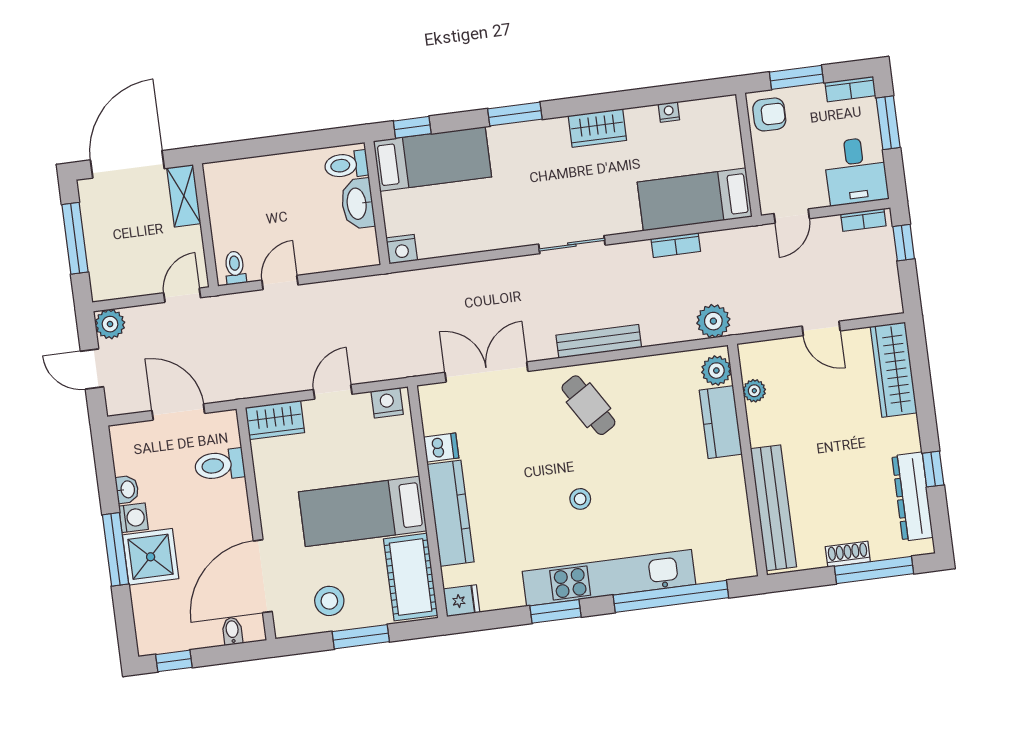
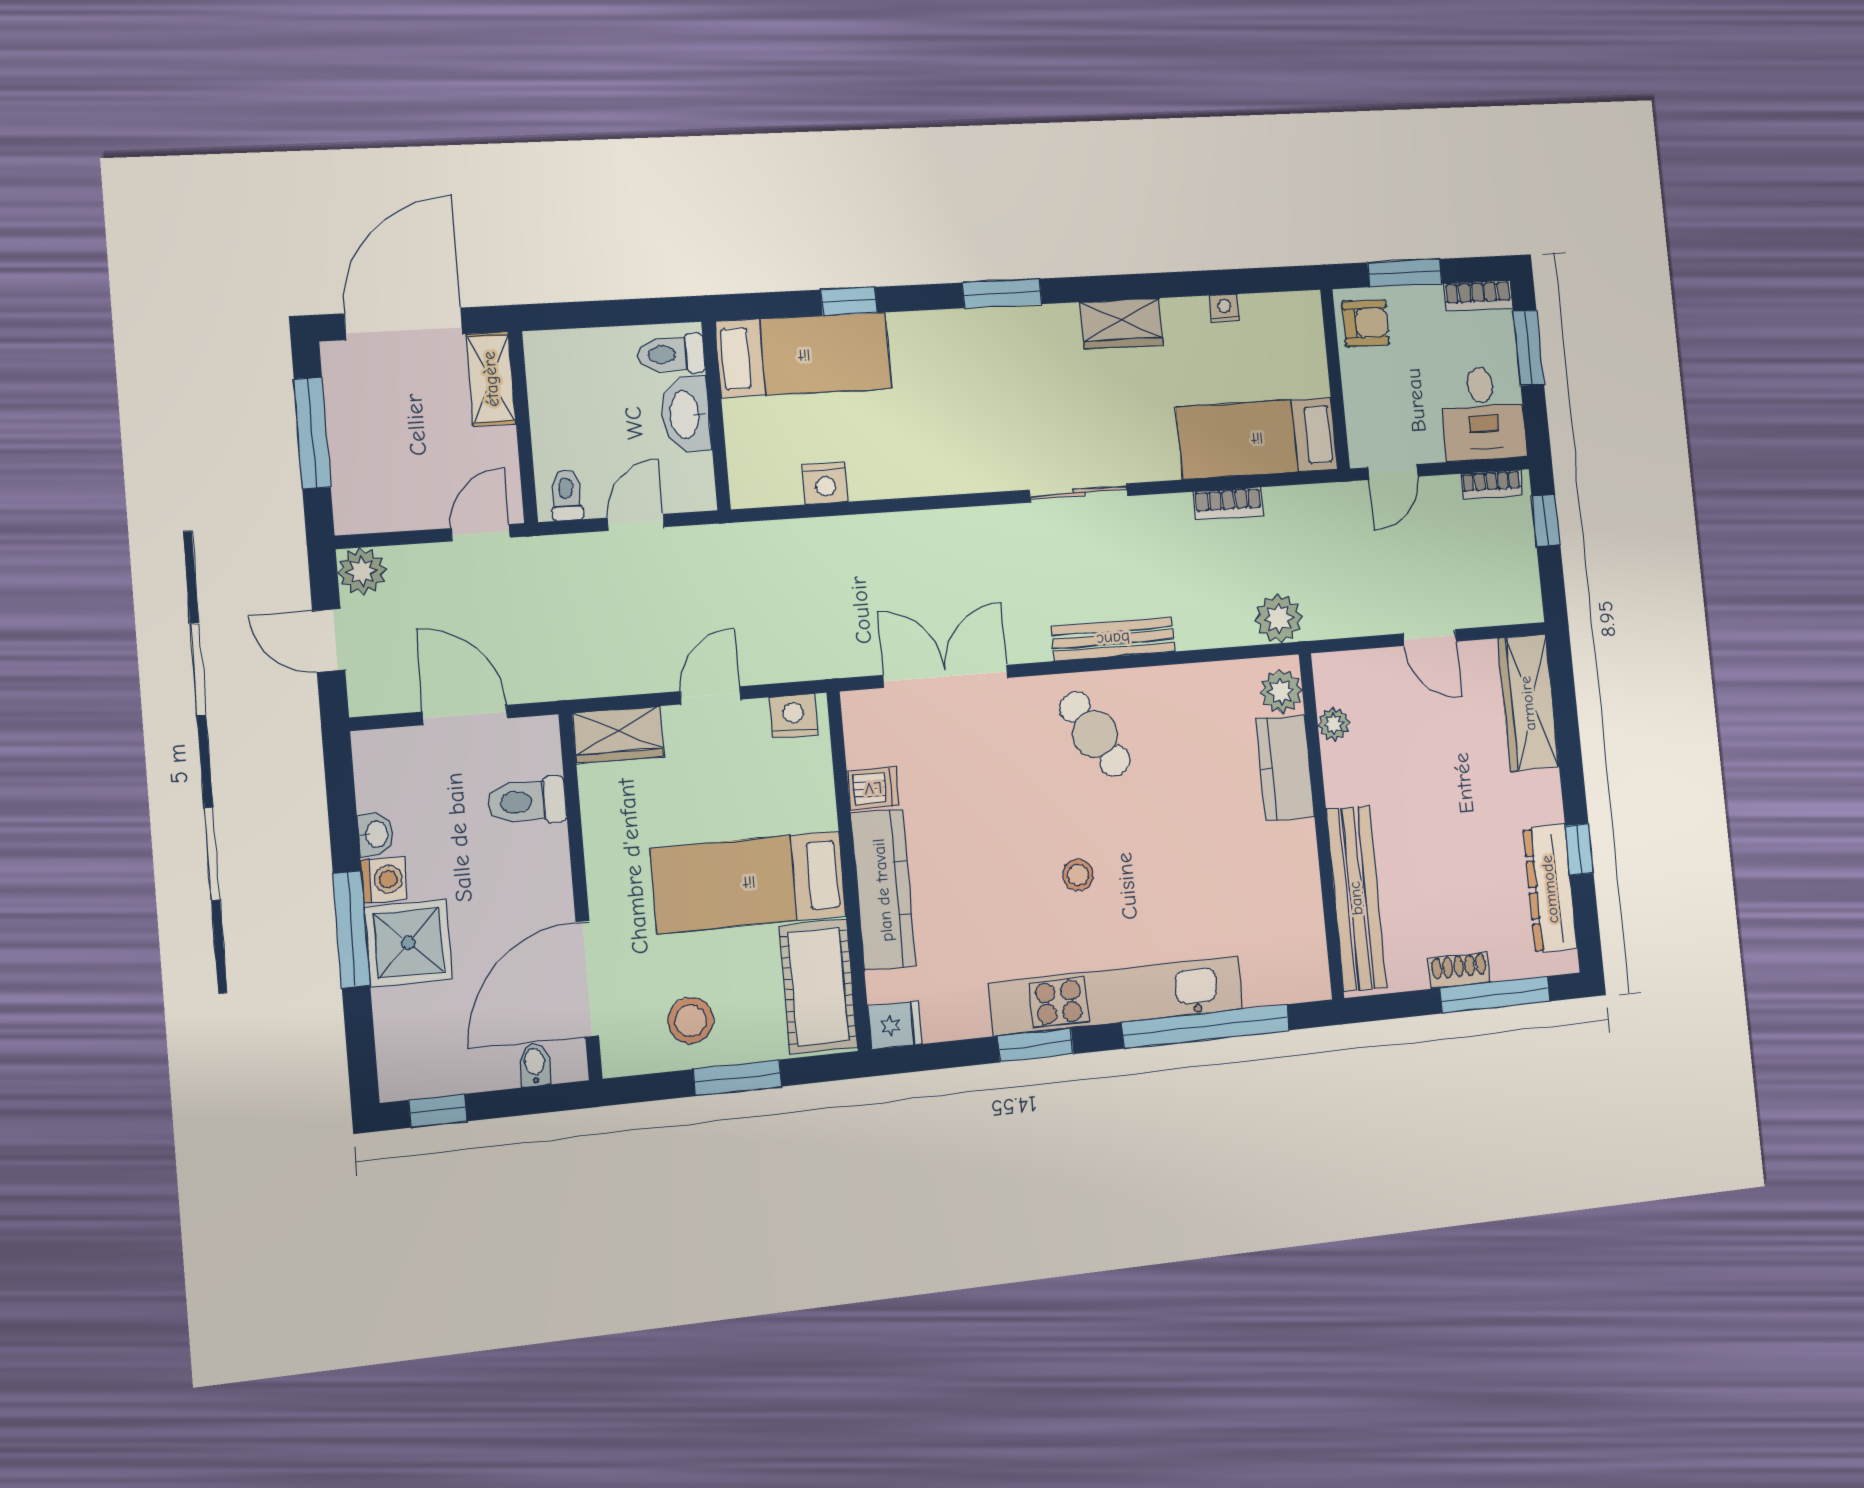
bed: (433, 159) -> (804, 355), moved
toilet: (346, 165) -> (671, 354), moved
wall: (377, 203) -> (716, 416), moved
washbasin: (358, 204) -> (686, 414), moved

